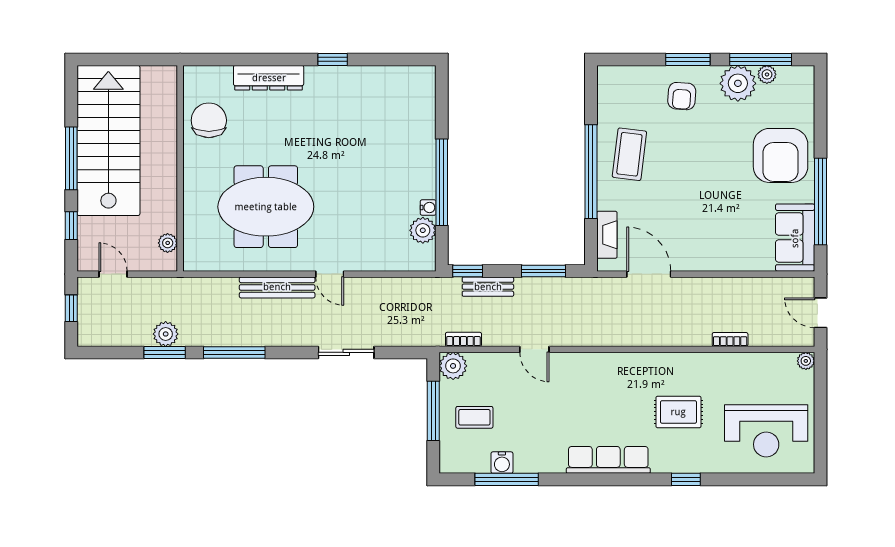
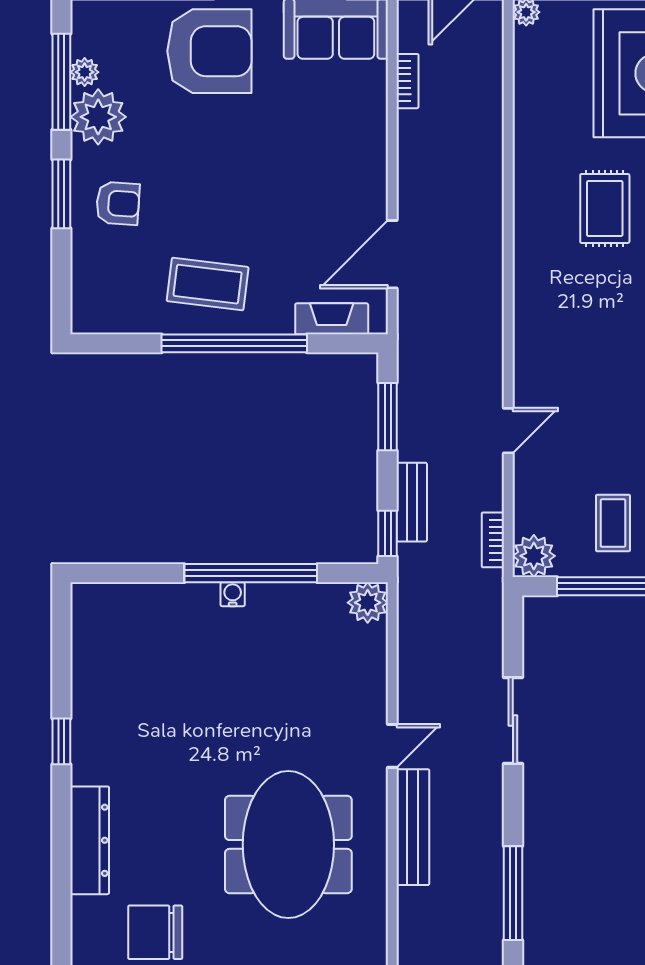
water cooler: (428, 207) -> (233, 594), moved
plant: (423, 230) -> (368, 603), moved
bookcase: (730, 339) -> (408, 81), moved, turned 180

